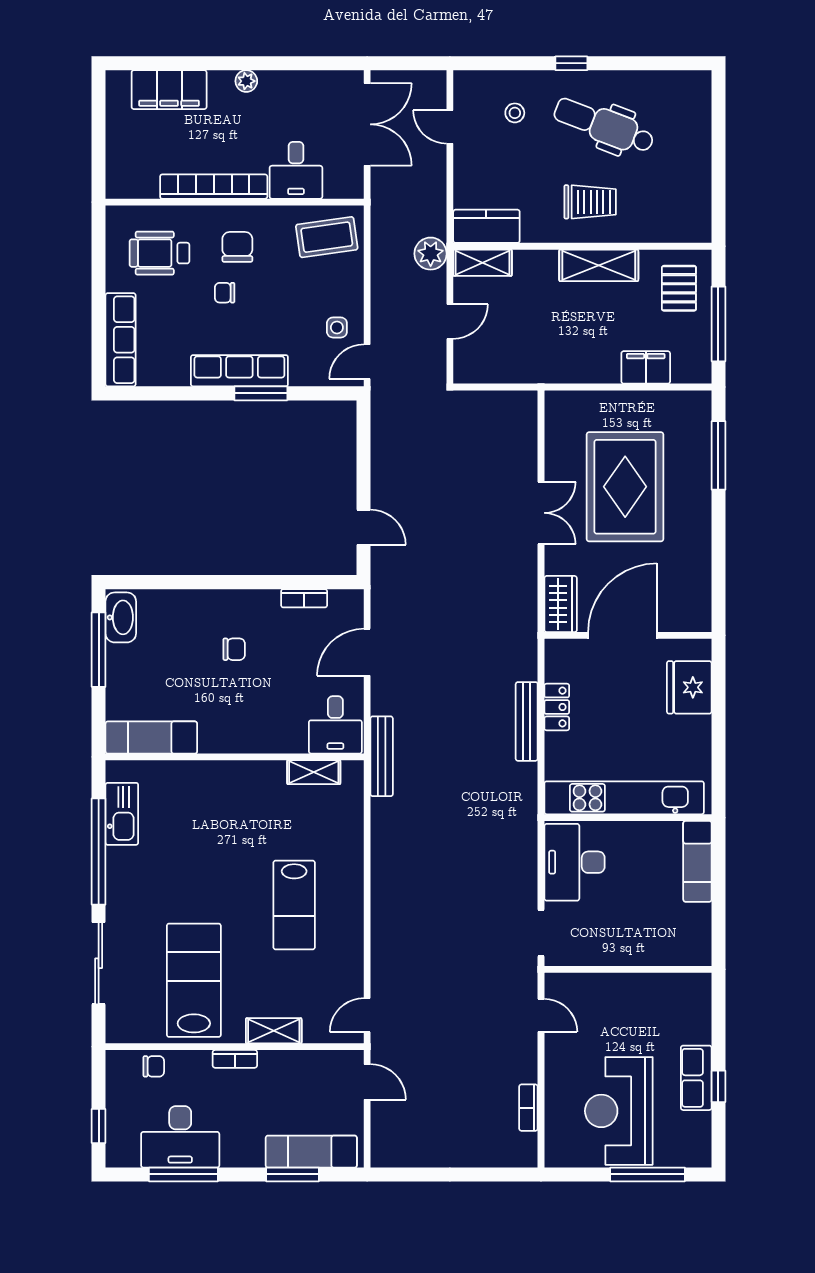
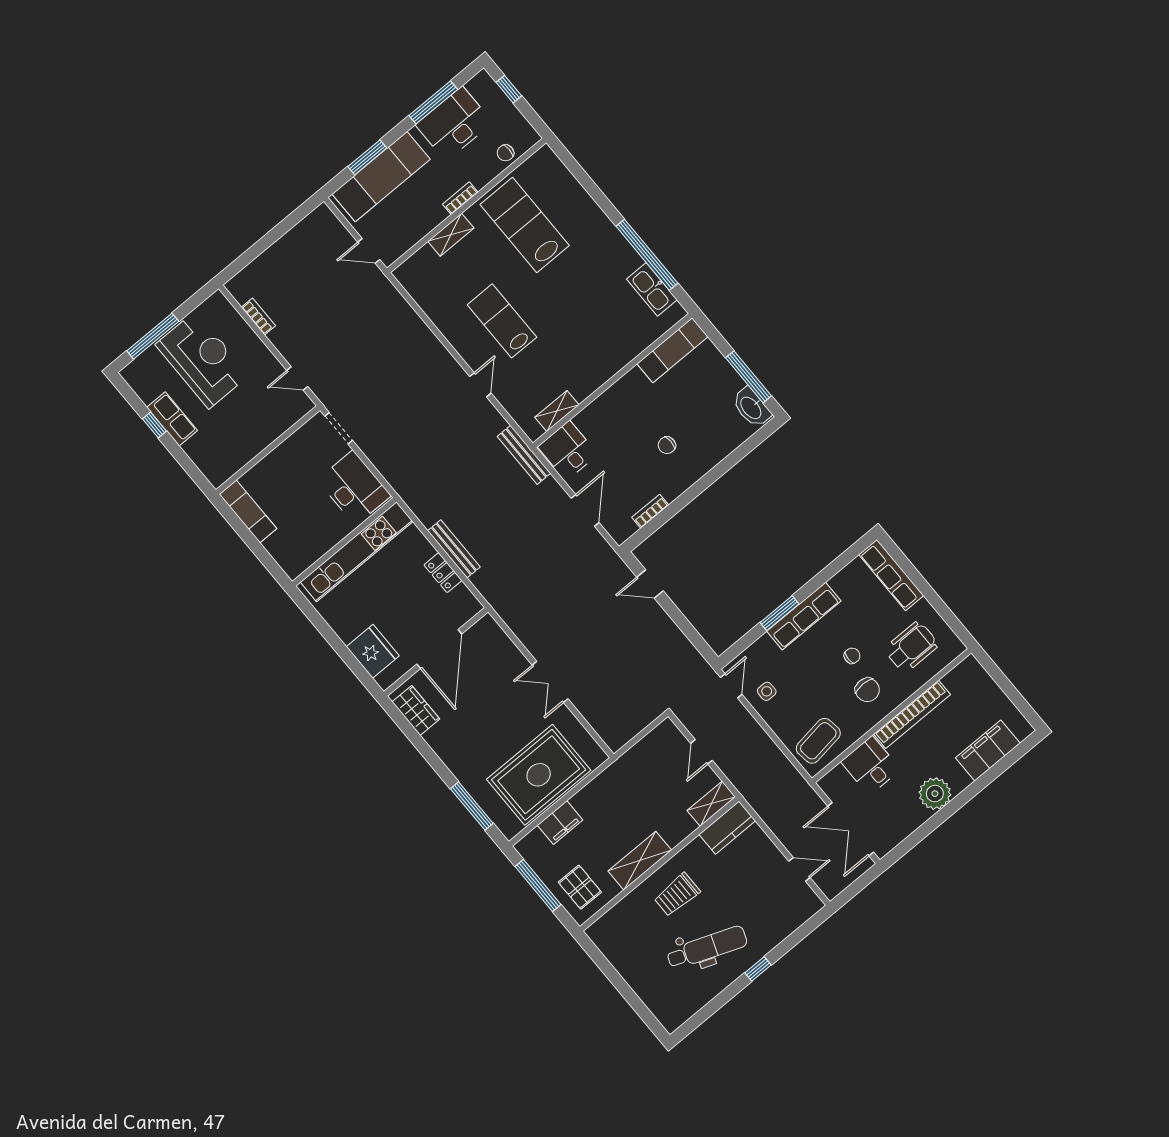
plant: (246, 81) -> (935, 794), width x1.87, depth x1.87
stool: (515, 113) -> (767, 910), removed
plant: (431, 254) -> (747, 783), removed
rug: (625, 487) -> (539, 775), moved, turned 90
wardrobe: (561, 604) -> (416, 710), moved, turned 180
exam couch: (697, 861) -> (248, 511), moved
sliding door: (99, 963) -> (591, 187), removed
lab bench: (194, 980) -> (525, 225), turned 180
door: (367, 1015) -> (480, 385), moved
exam couch: (311, 1152) -> (381, 177), width x1.36, depth x1.45

